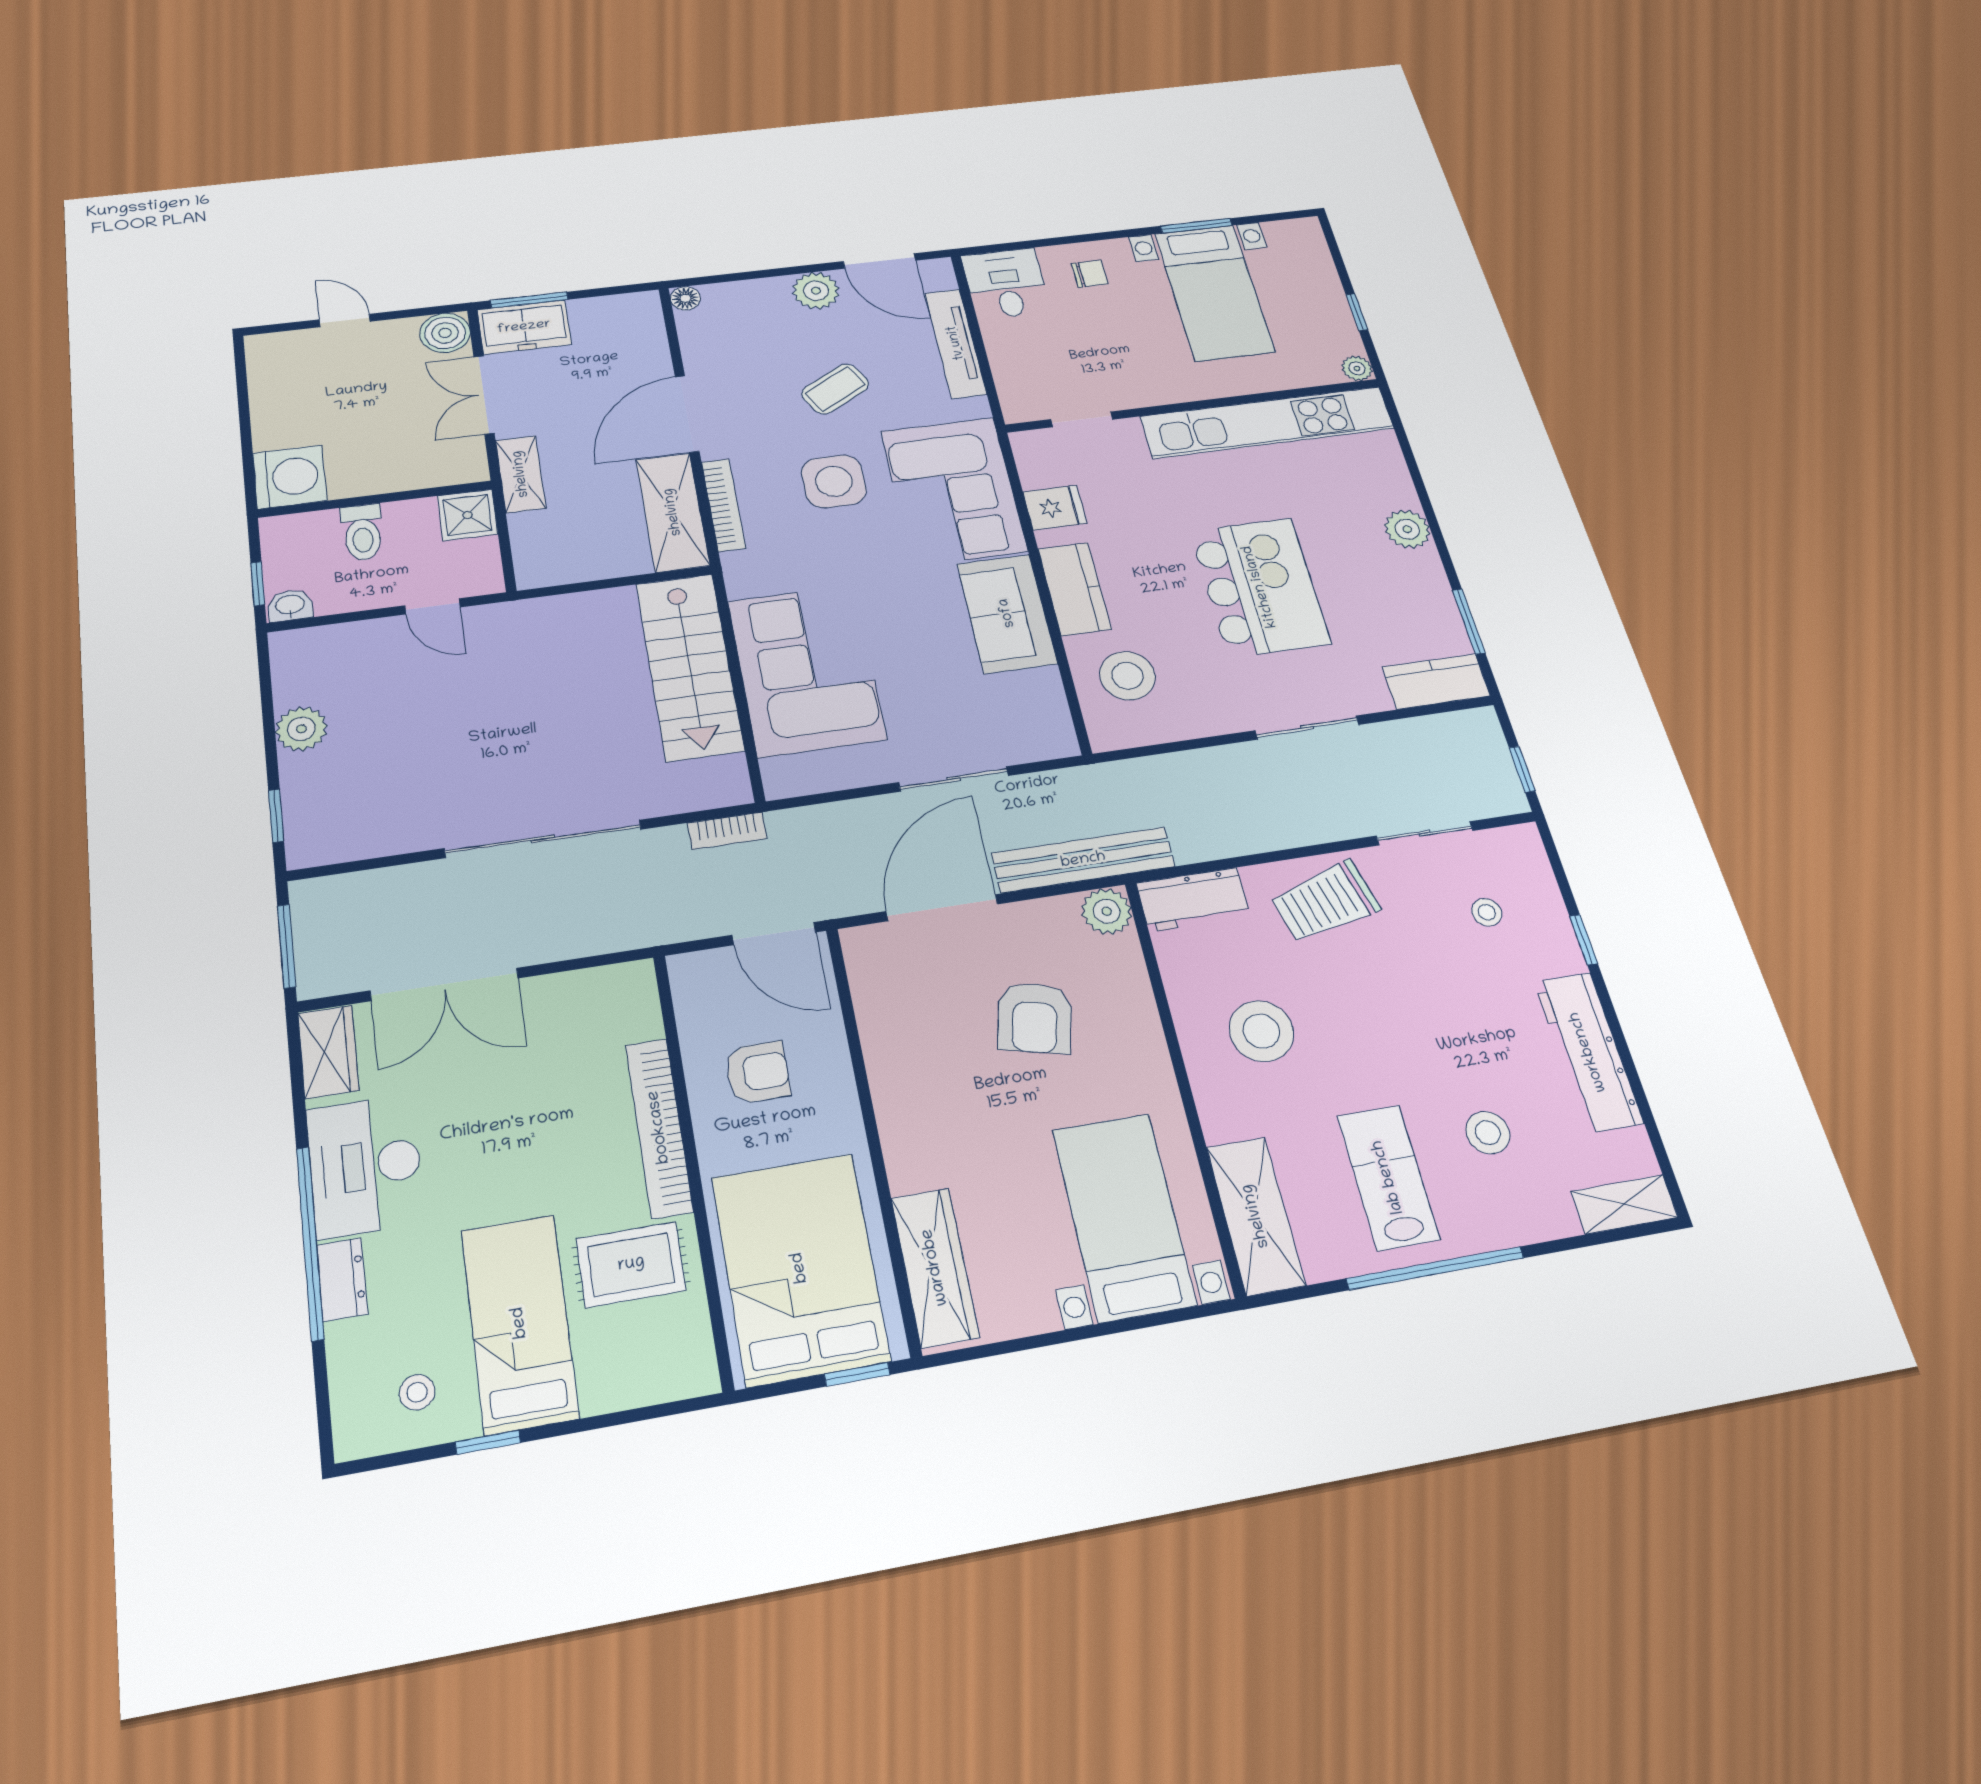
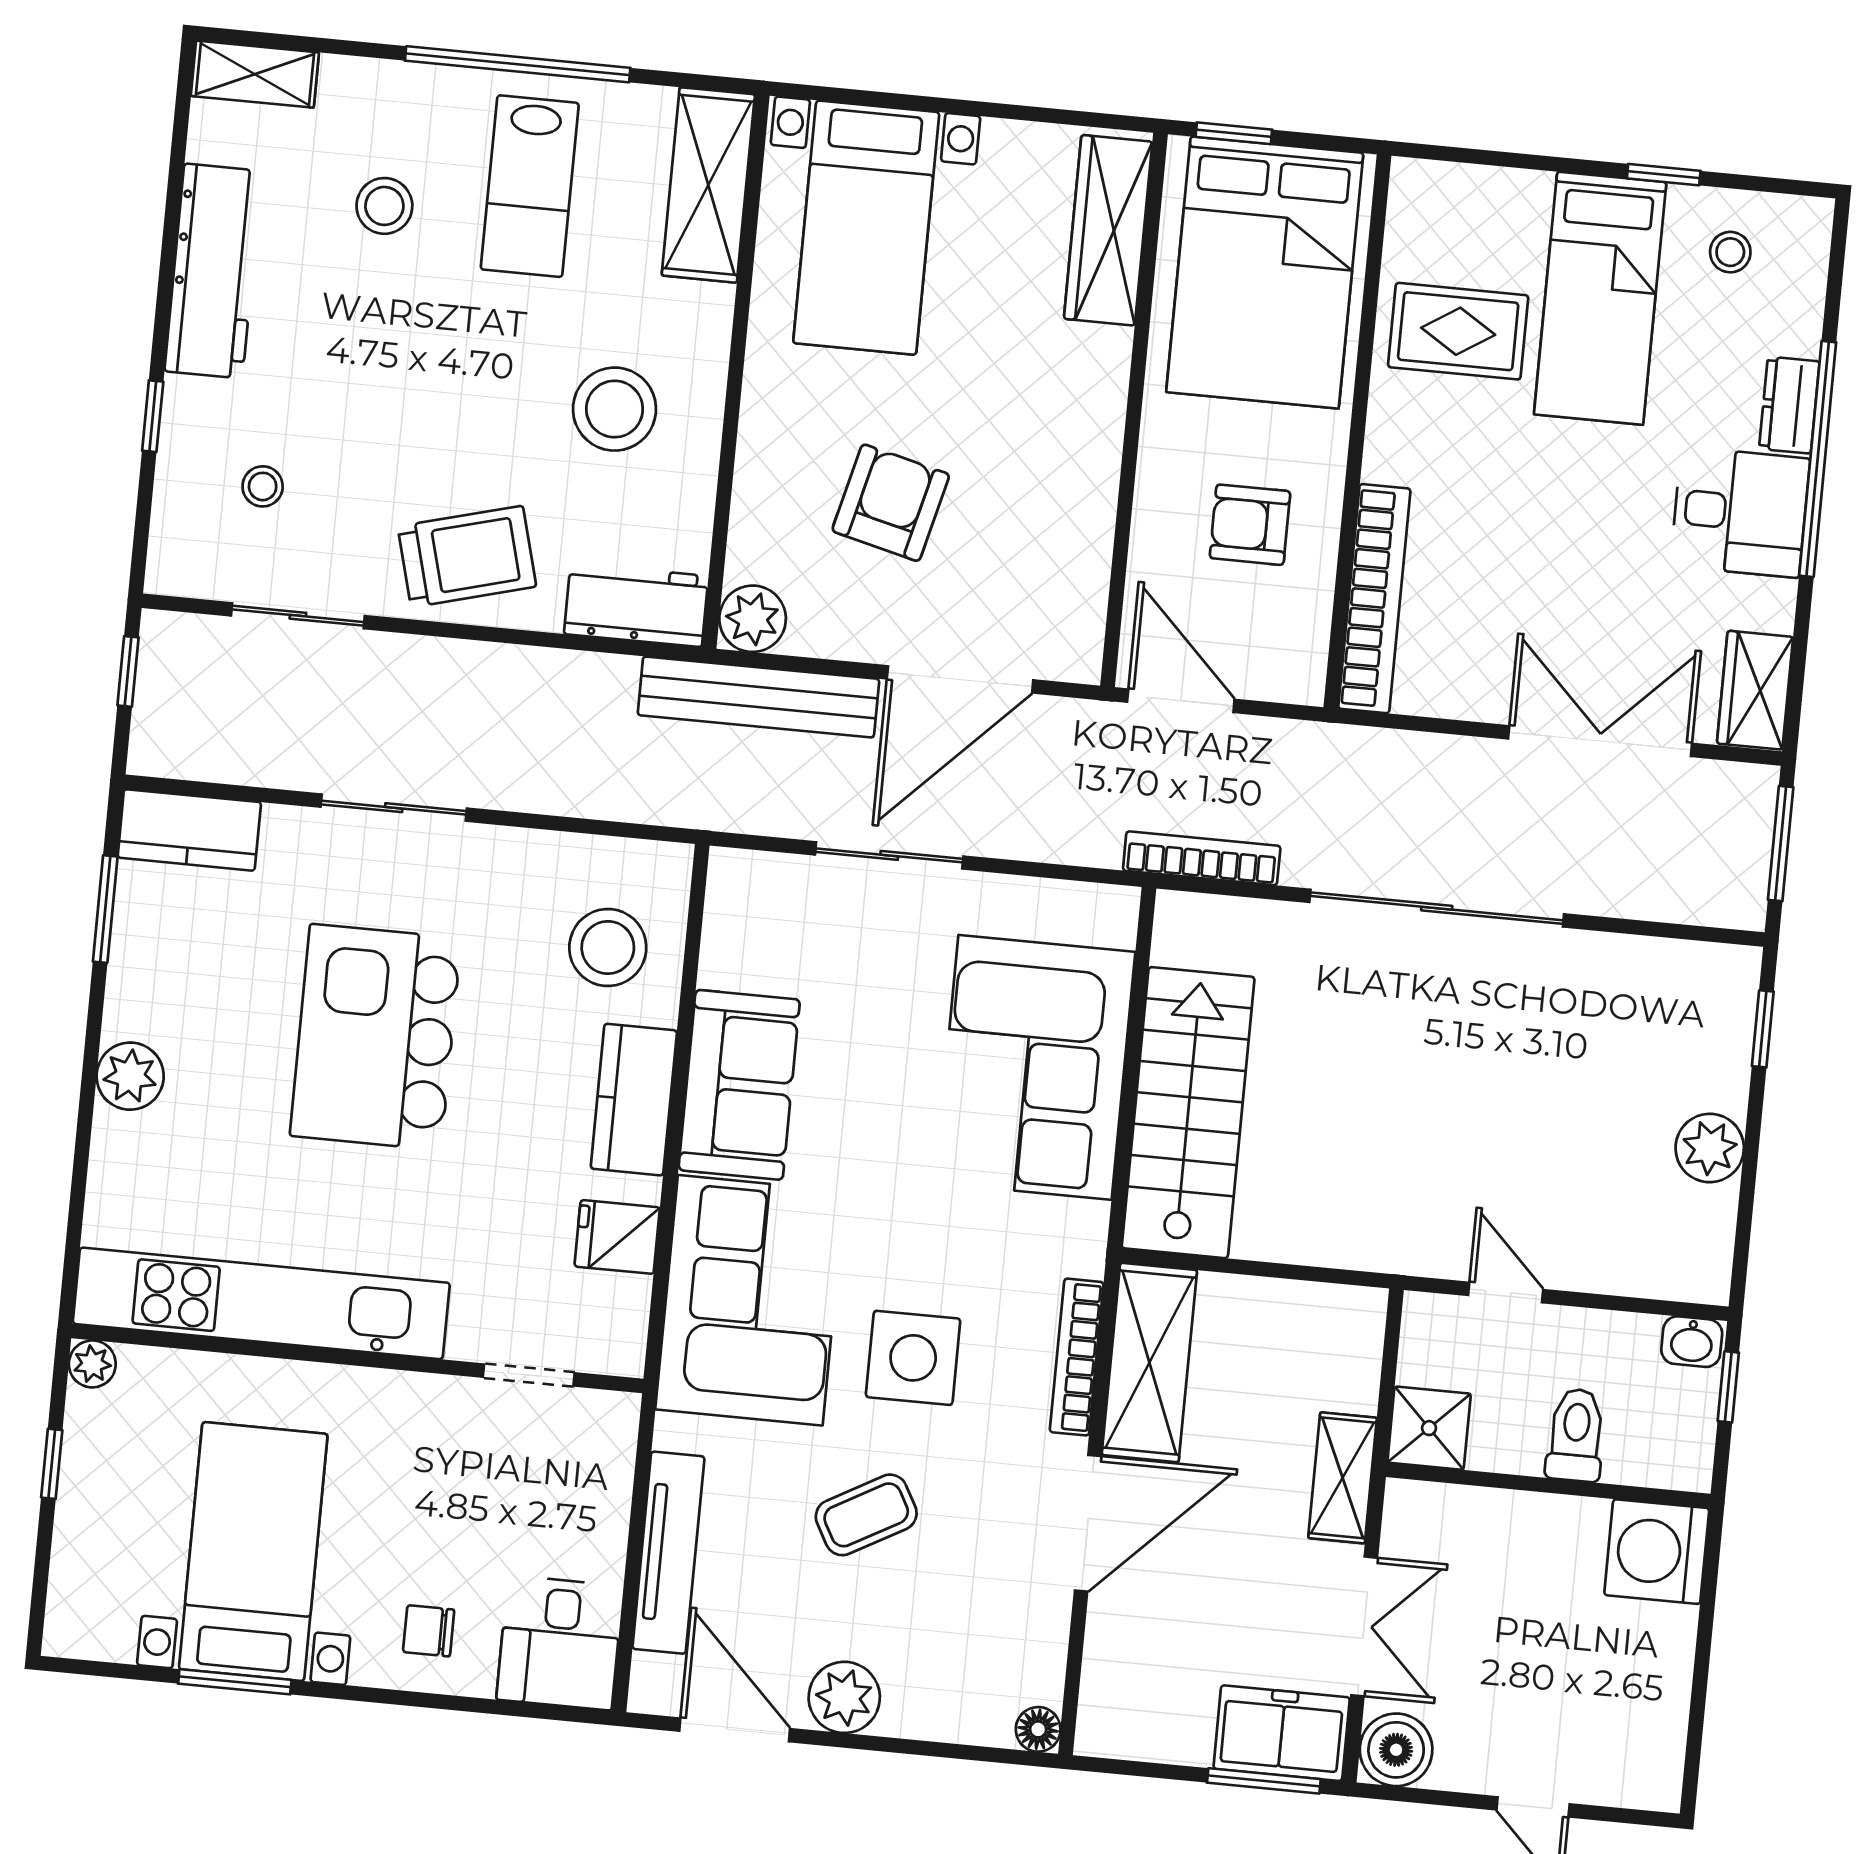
bookcase: (727, 831) -> (1202, 858), width x1.56
bookcase: (659, 1127) -> (1374, 599), moved
desk: (365, 1166) -> (1740, 512), width x0.73

